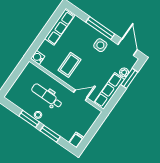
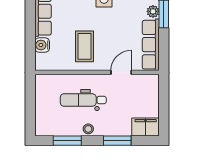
water cooler: (38, 57) -> (42, 45), moved
window: (29, 119) -> (67, 141), moved
filing cabinet: (76, 140) -> (146, 127), width x2.00

